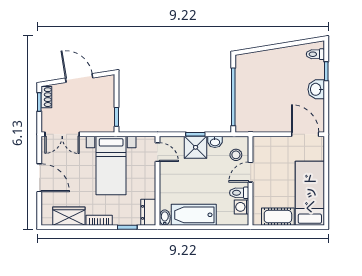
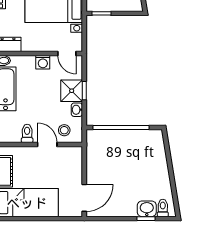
washbasin: (316, 89) -> (147, 209), moved
door: (158, 152) -> (67, 53), hinge flipped
washing machine: (242, 207) -> (43, 62), moved, turned 180

